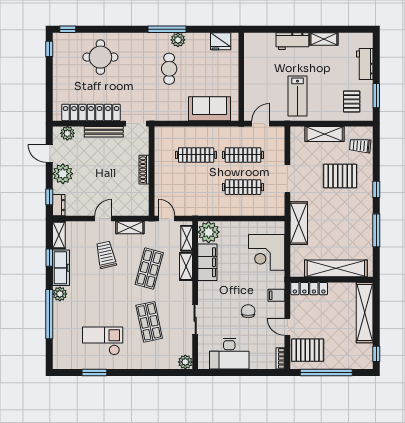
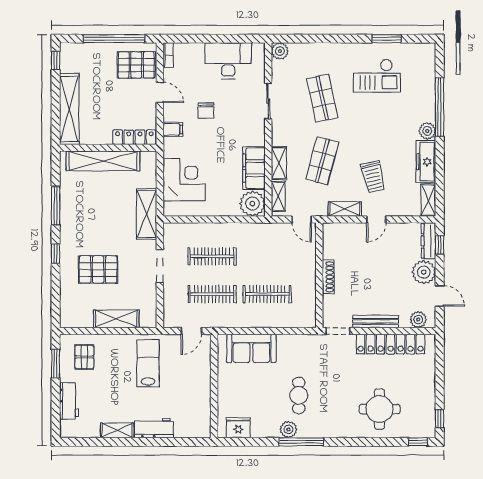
trolley: (360, 146) -> (74, 305), removed
dresser: (59, 205) -> (428, 241), width x1.44
window: (49, 258) -> (440, 174), removed

